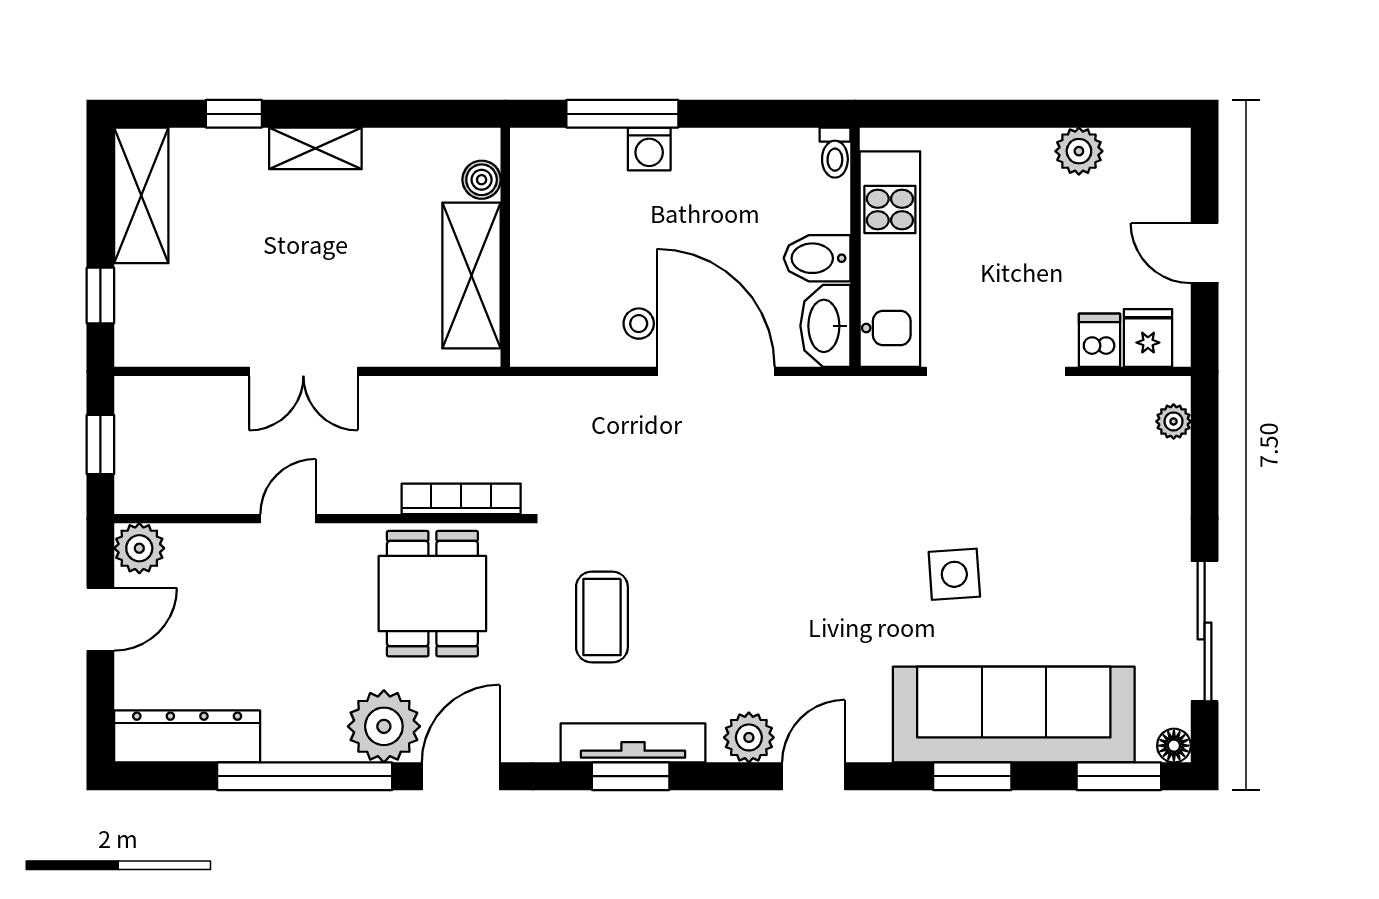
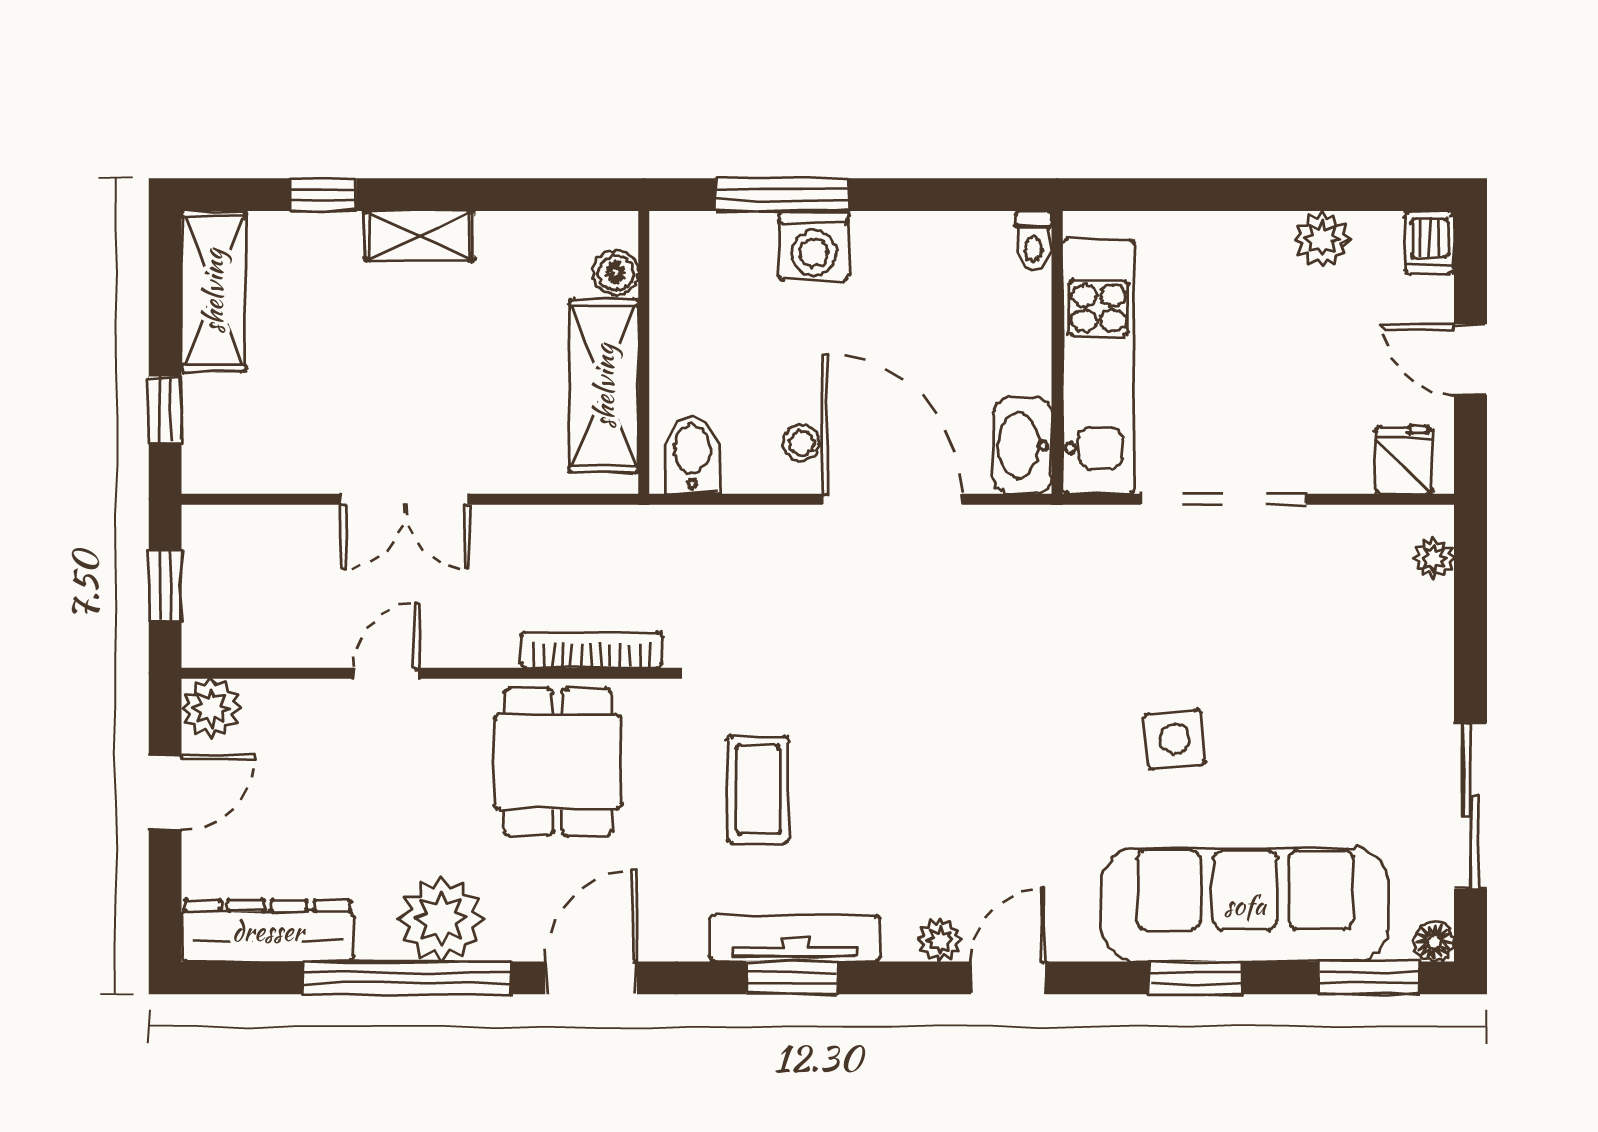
washing machine: (649, 149) -> (814, 246), width x1.38, depth x1.38
bidet: (817, 258) -> (692, 454), moved, turned 90
dishwasher: (1099, 340) -> (1430, 242), moved, turned 180
plant: (384, 726) -> (441, 919), moved
plant: (749, 737) -> (940, 940), width x0.73, depth x0.73

